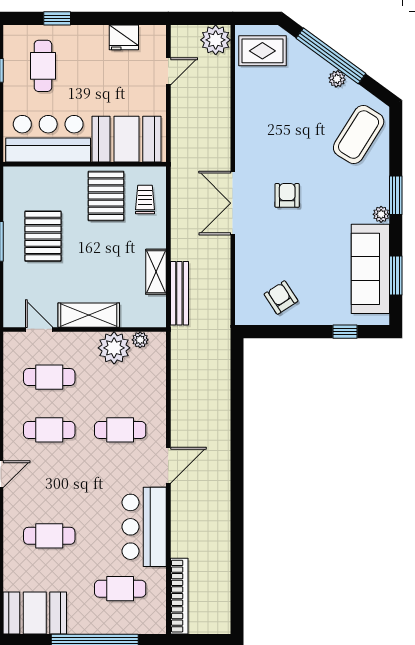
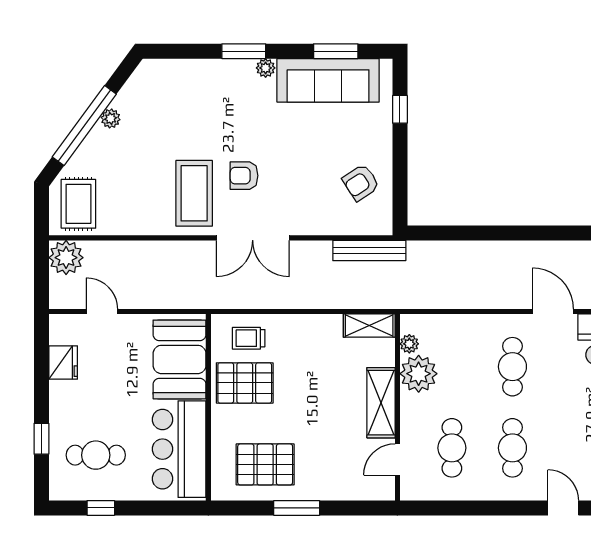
coffee table: (359, 135) -> (194, 193), moved, turned 58
pallet: (43, 236) -> (265, 464), moved
shelving: (156, 272) -> (369, 326), moved
bench: (179, 293) -> (369, 250), moved

